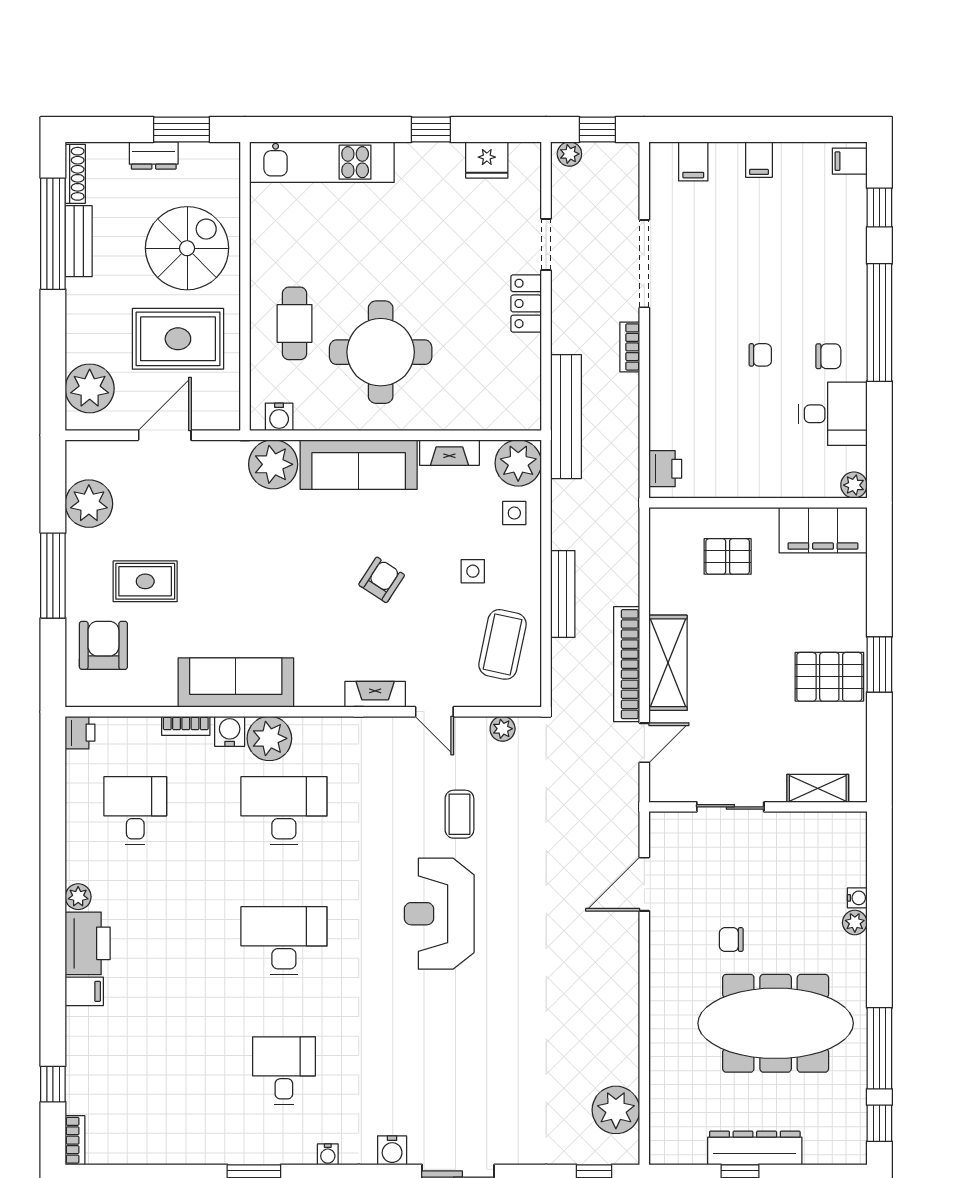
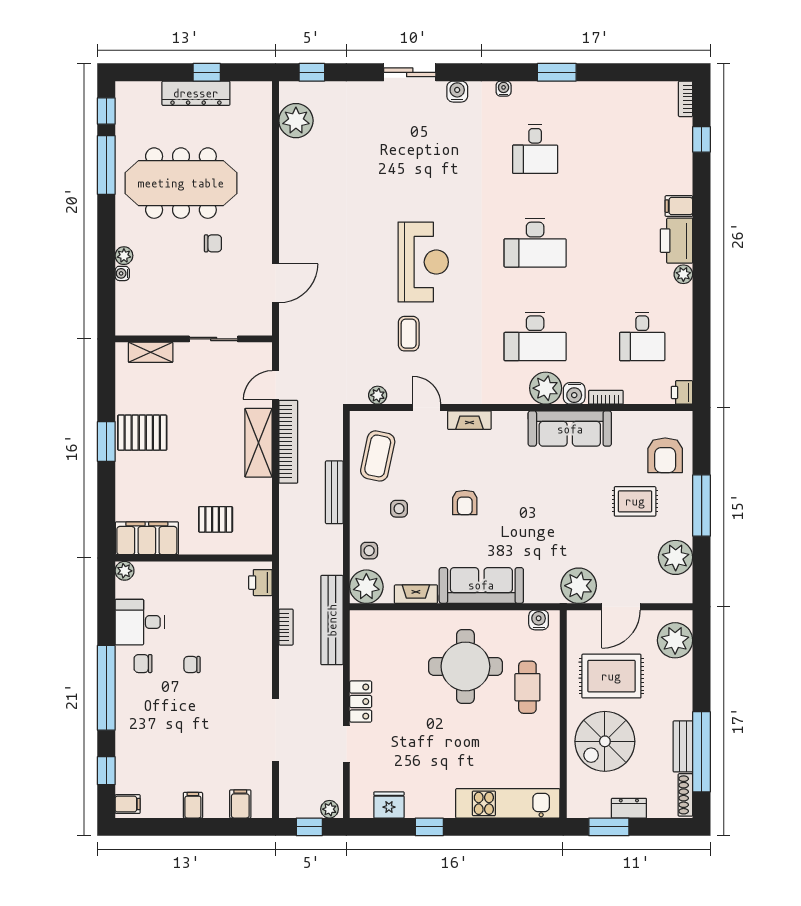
bookcase: (630, 347) -> (286, 627), moved
plant: (273, 464) -> (579, 586), moved
armchair: (382, 580) -> (465, 502), turned -33

